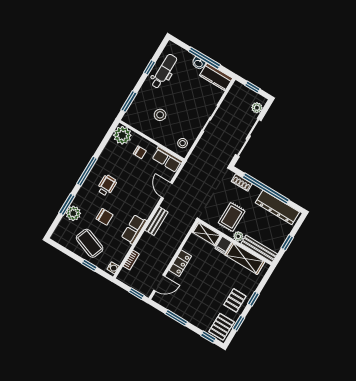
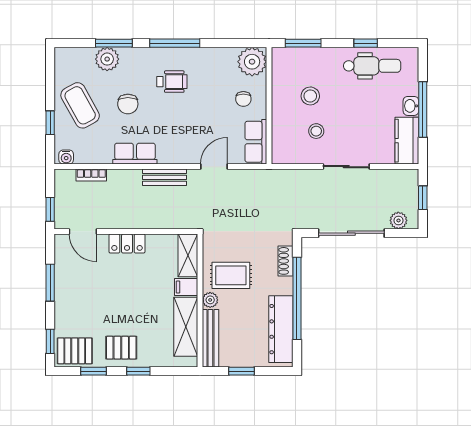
stool: (183, 143) -> (316, 131), moved
coffee table: (90, 243) -> (80, 105), turned -49

